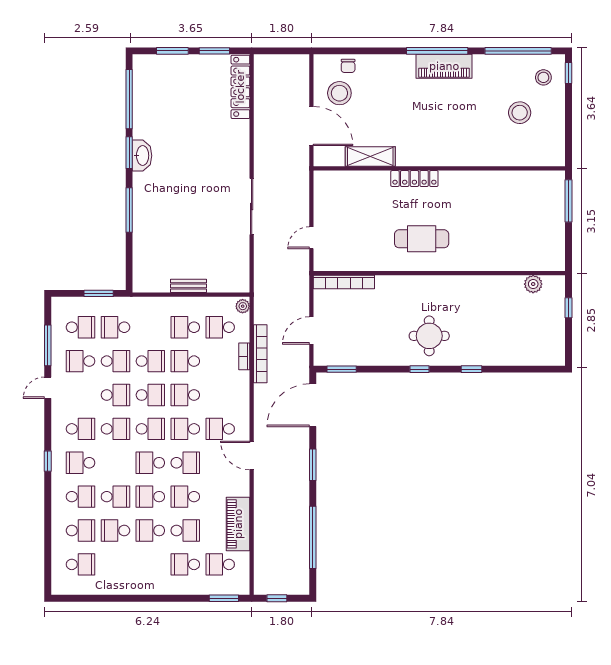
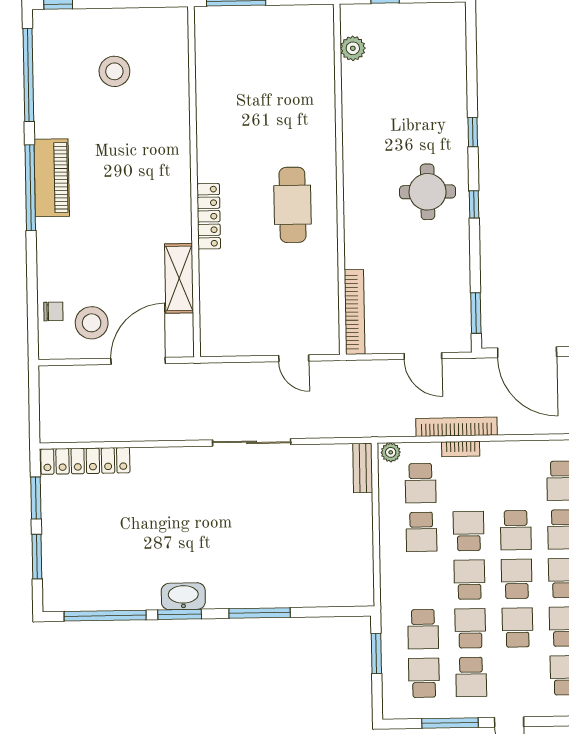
stool: (543, 77) -> (65, 39), removed
bench: (189, 286) -> (363, 468), moved
school desk: (185, 361) -> (469, 531), turned 180

